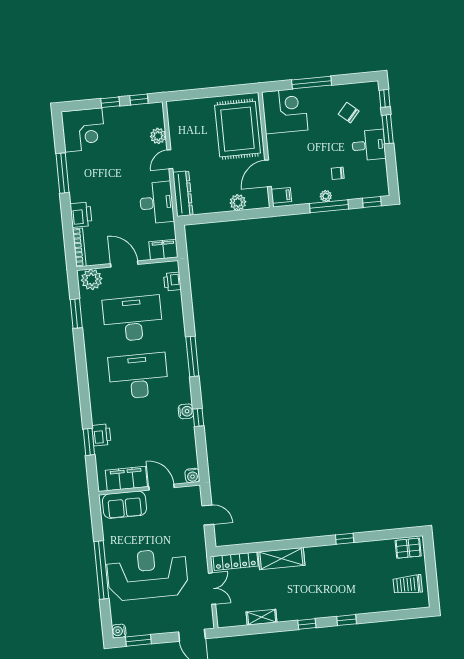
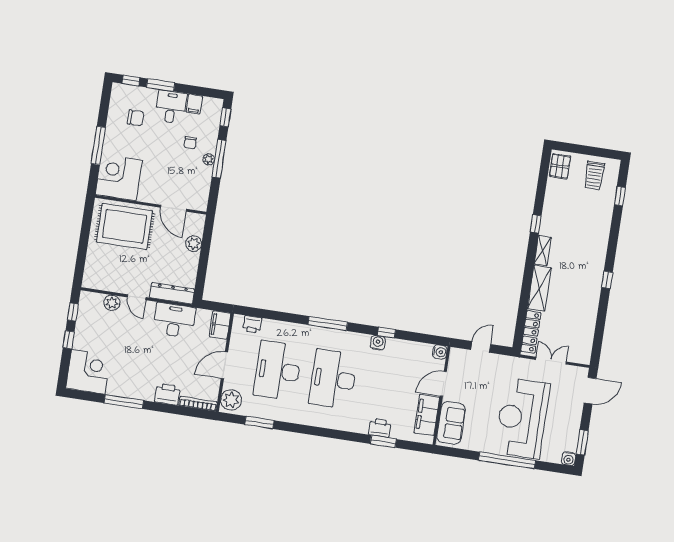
chair: (349, 113) -> (136, 118), turned -131
filing cabinet: (281, 195) -> (194, 104), moved, turned 180
shelving: (262, 617) -> (543, 251), moved
window: (347, 620) -> (620, 196), moved

